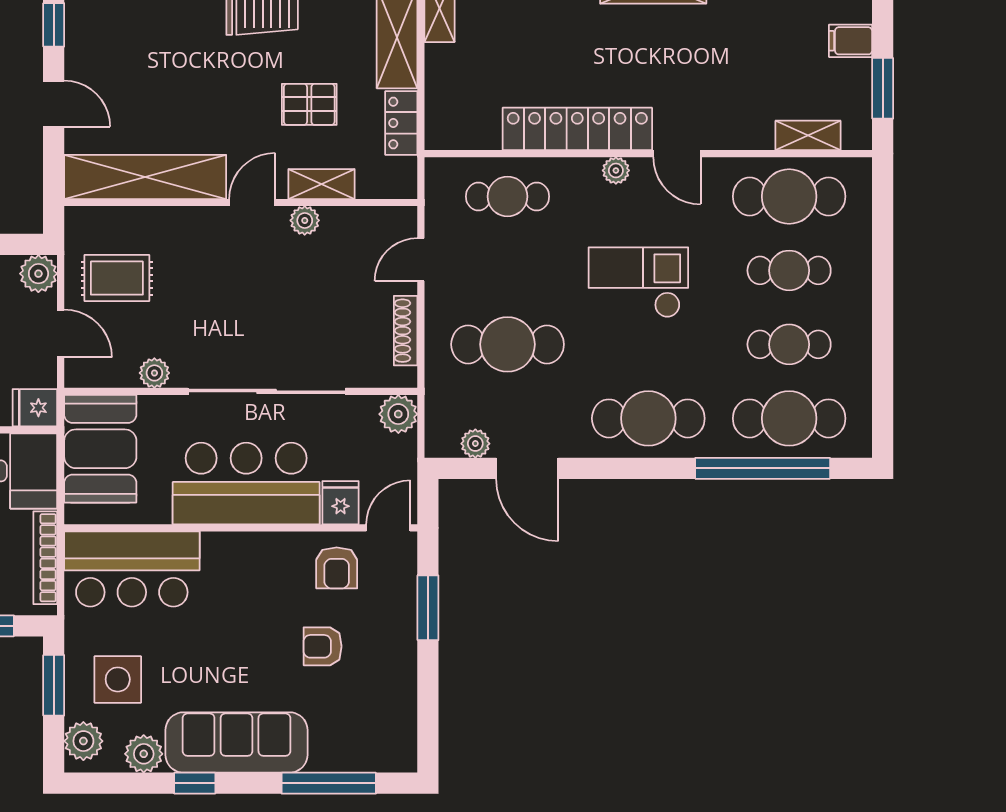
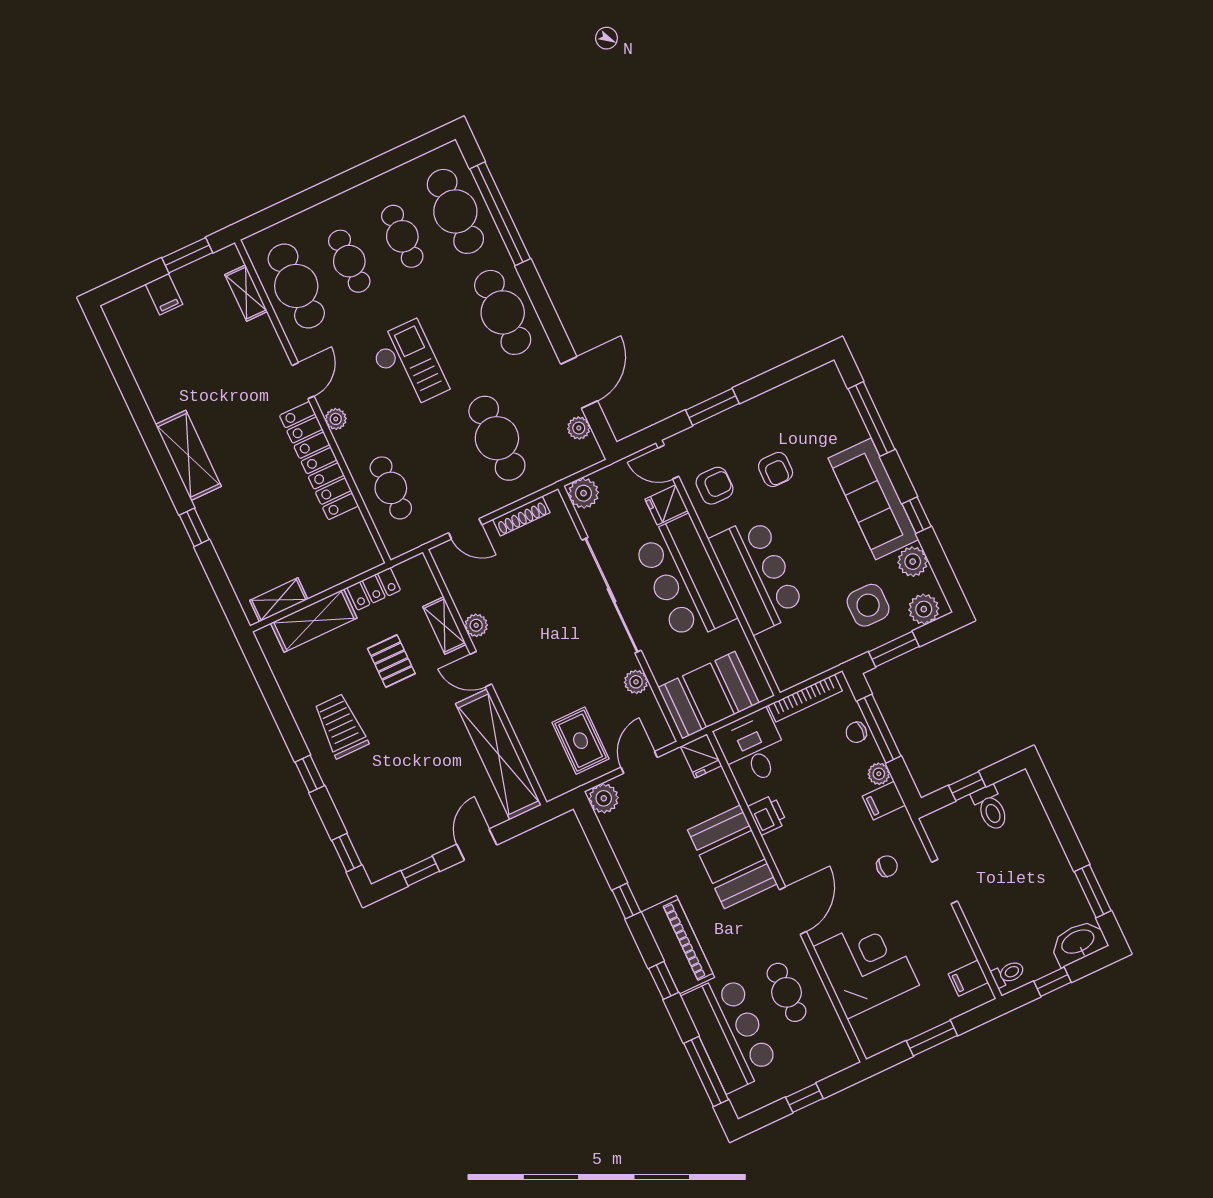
checkout: (638, 282) -> (408, 365), turned 180
bar counter: (132, 569) -> (757, 575), moved

